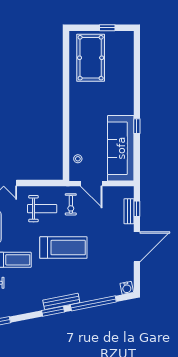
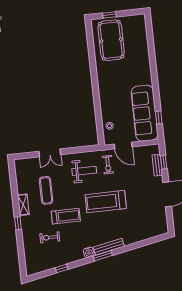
window: (107, 28) -> (109, 15), moved
window: (137, 126) -> (159, 117), moved
treadmill: (63, 248) -> (106, 202), turned 180
water cooler: (127, 288) -> (89, 252), moved
window: (93, 303) -> (136, 245), removed

